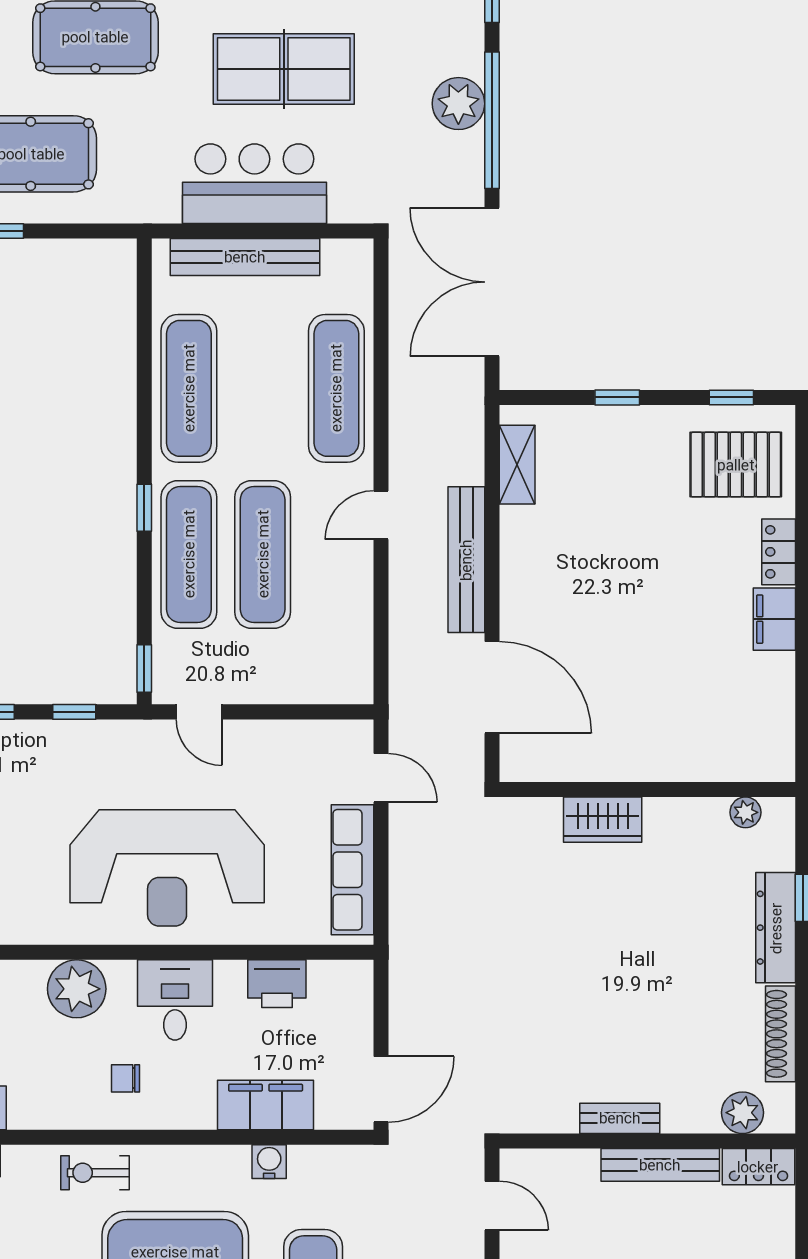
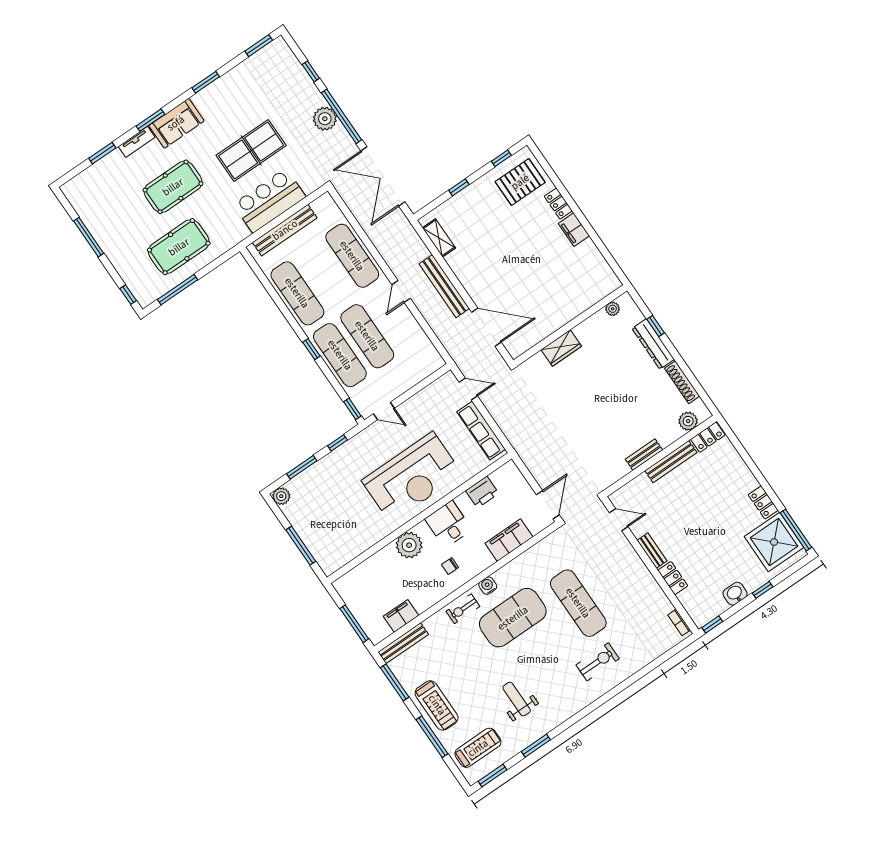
water cooler: (269, 1162) -> (488, 586), moved

